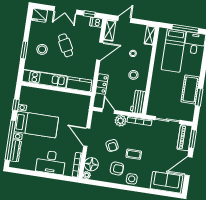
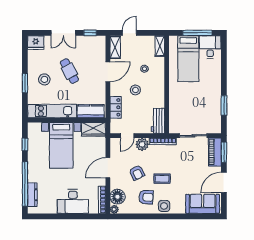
dishwasher: (96, 22) -> (99, 41), removed
stool: (133, 75) -> (135, 90), moved
cot: (190, 89) -> (213, 98), removed
wardrobe: (79, 101) -> (93, 129), added
door: (108, 111) -> (127, 136), swing flipped
bed with nightstands: (36, 124) -> (61, 145), moved, turned 90
door: (87, 137) -> (108, 168), hinge flipped

